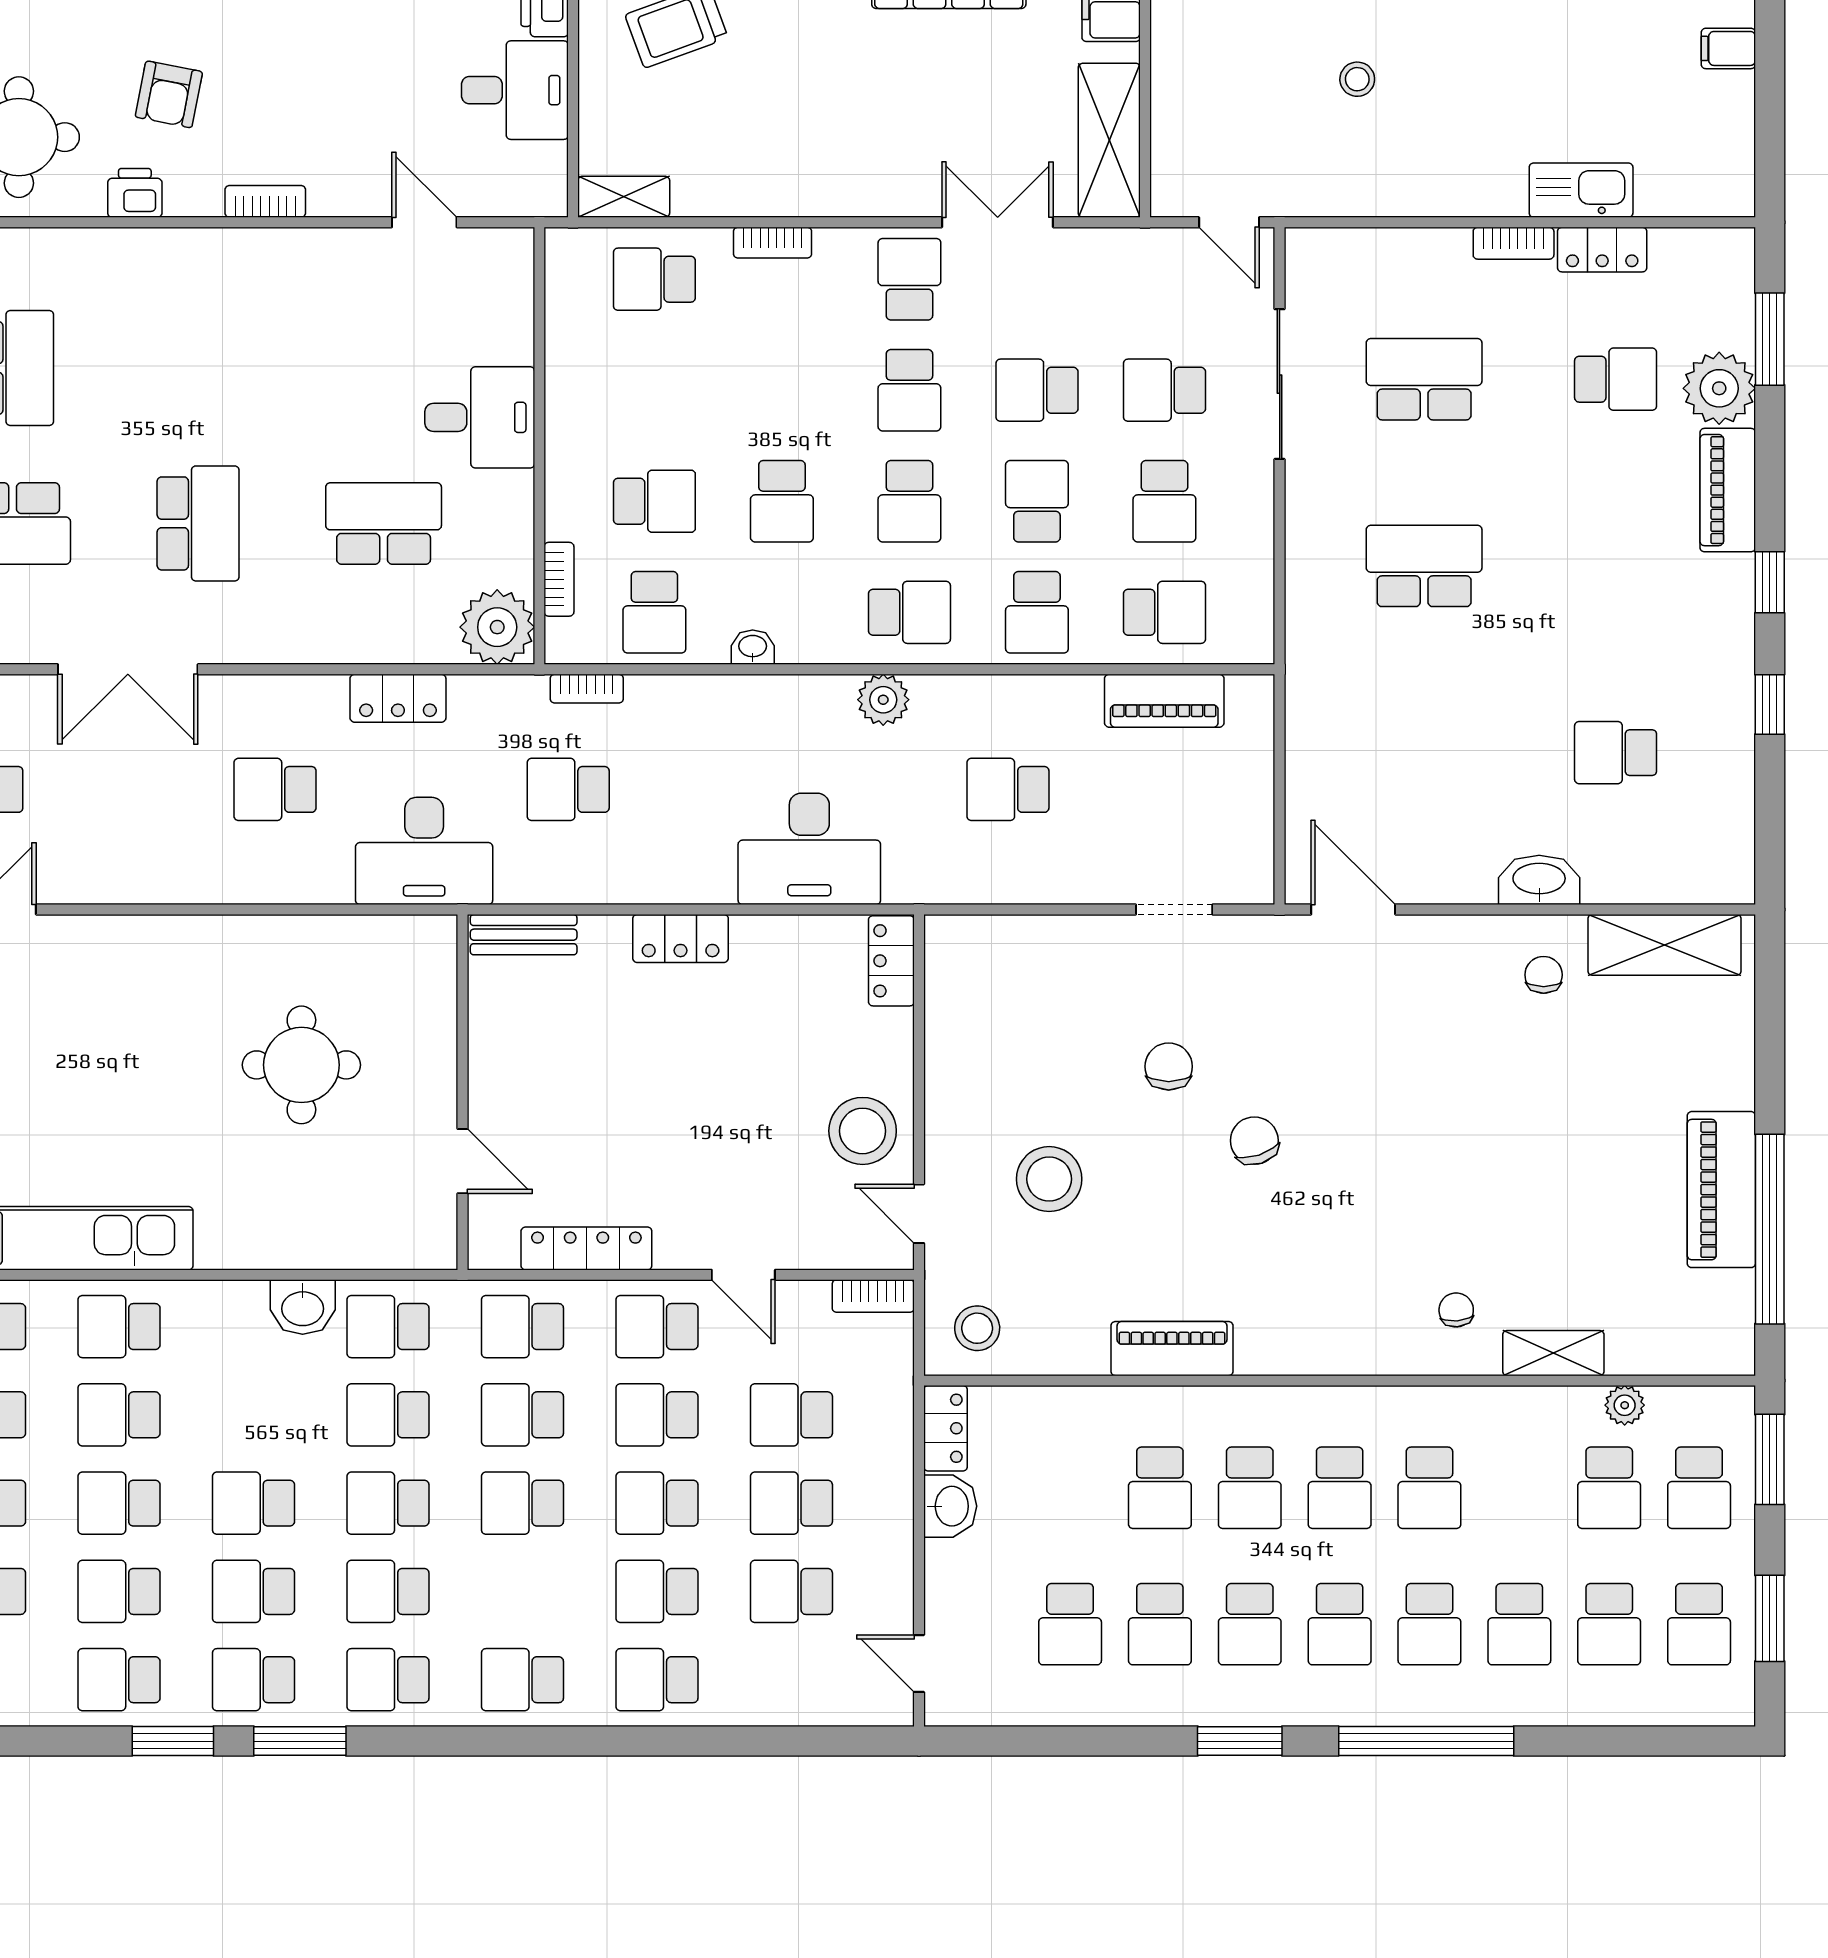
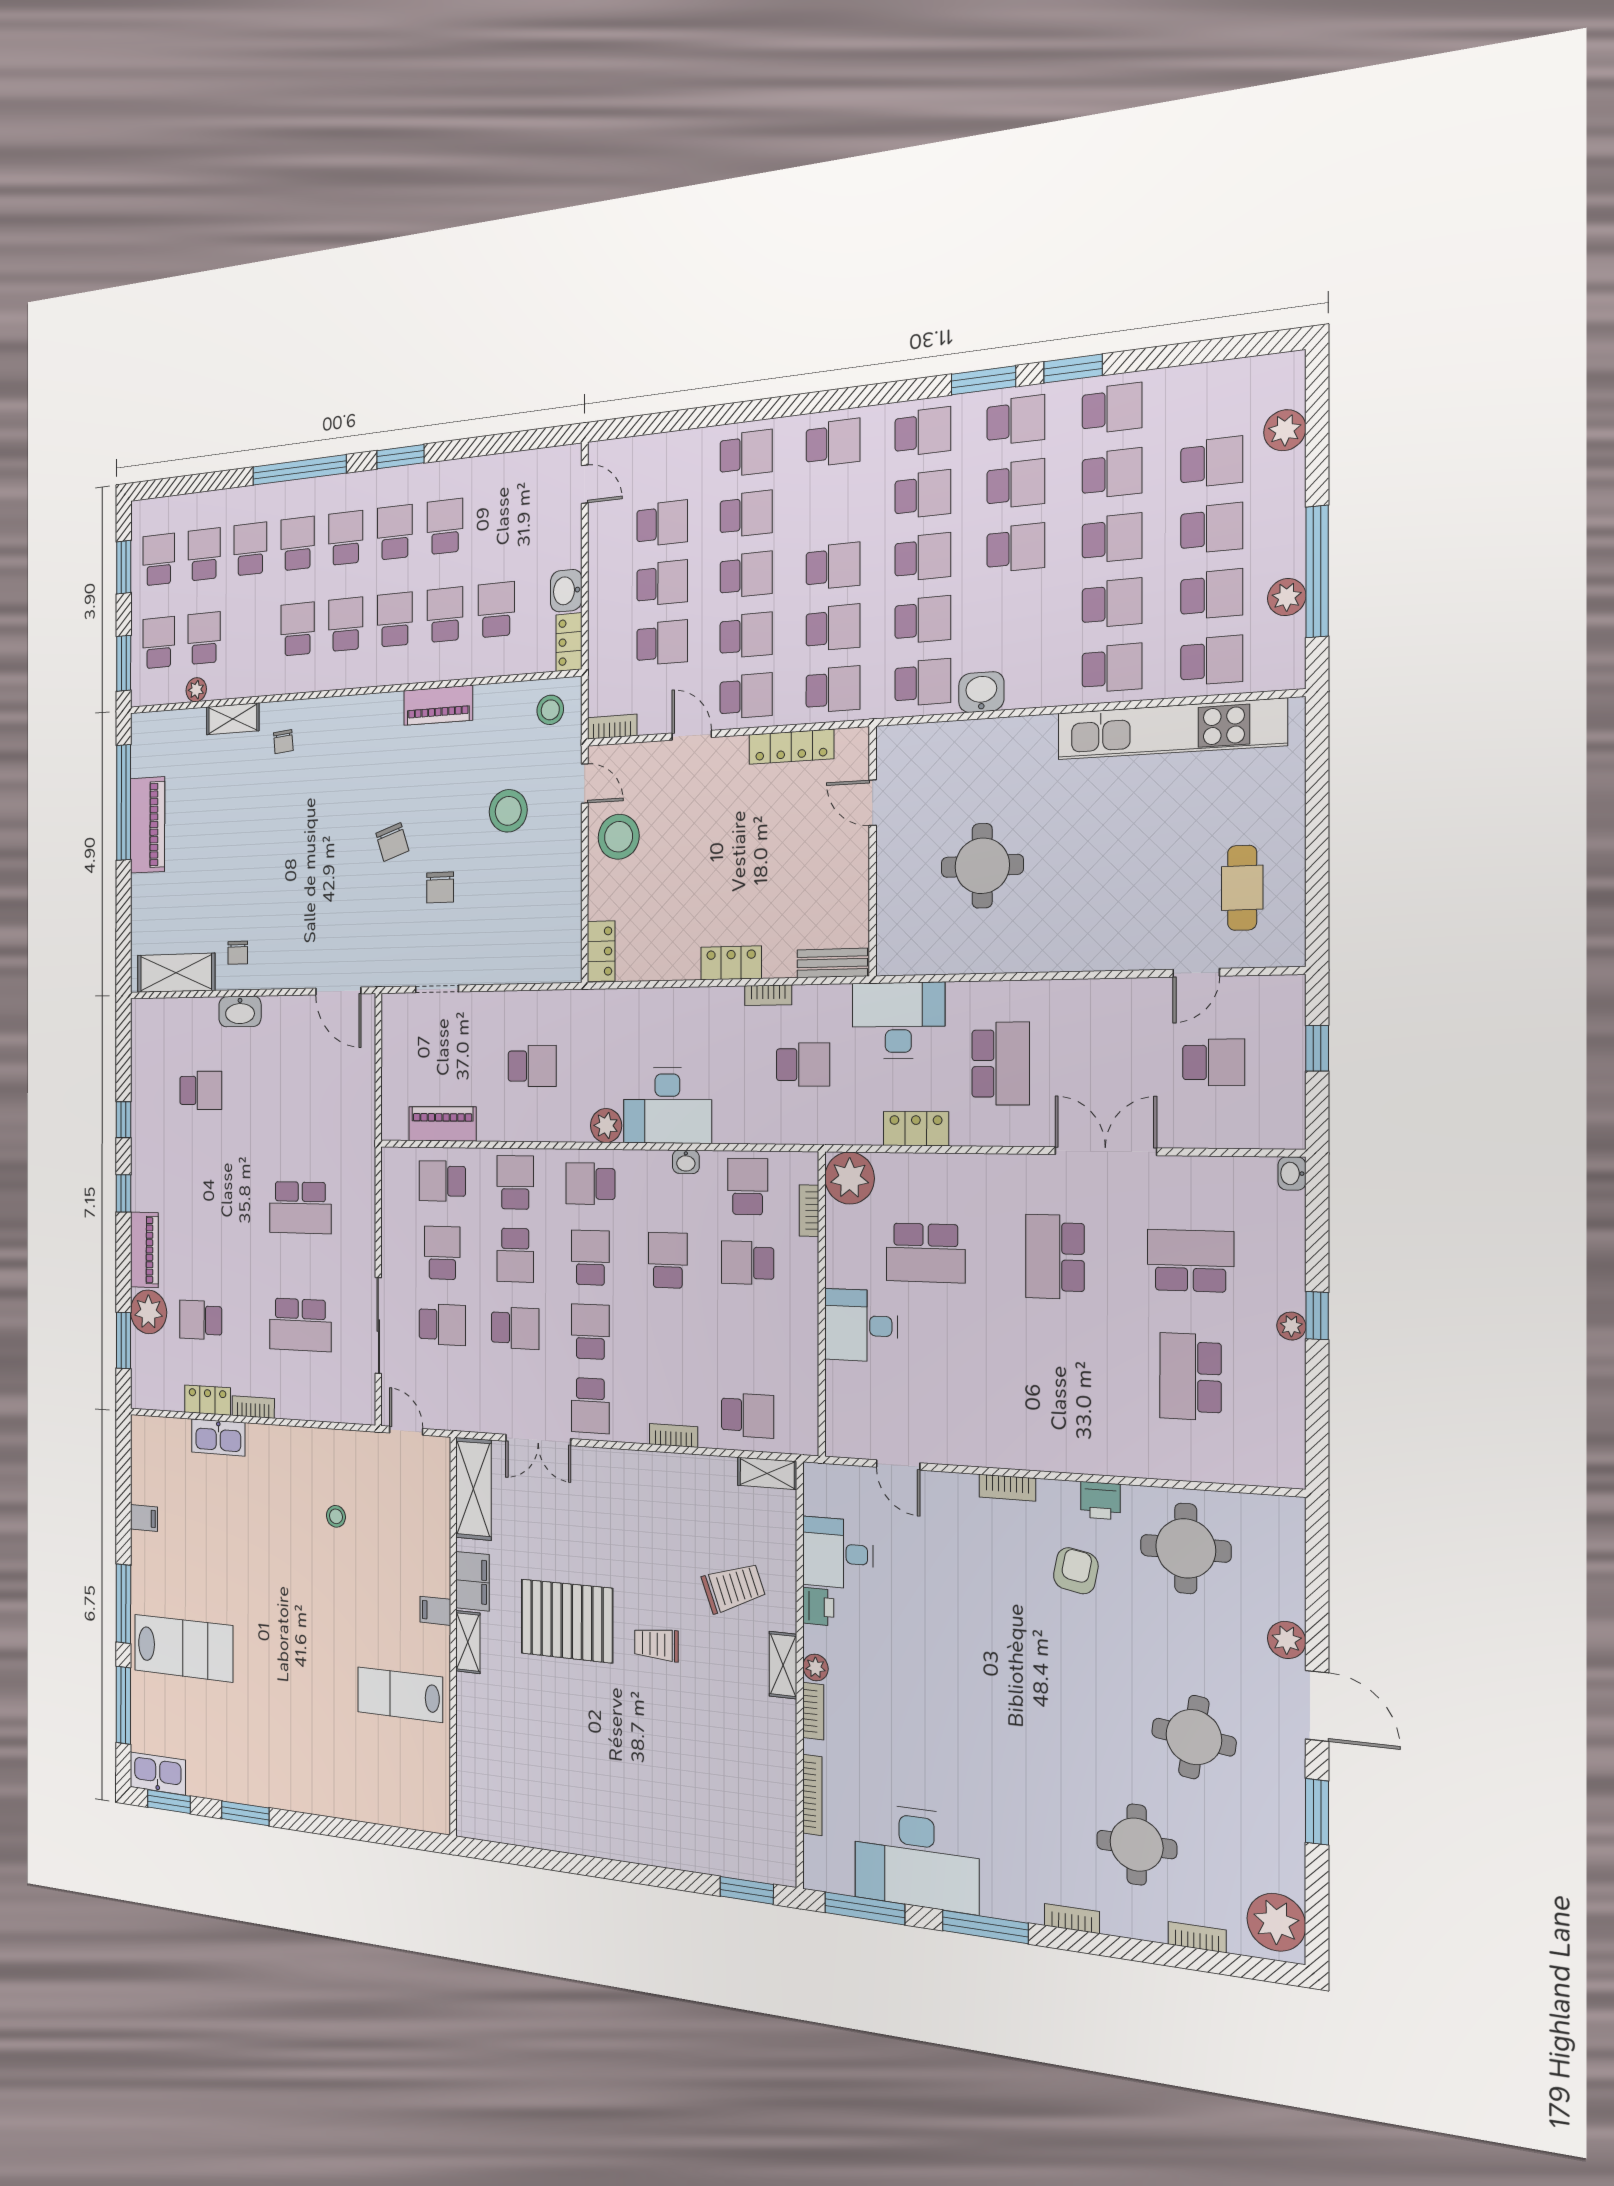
bookcase: (587, 689) -> (768, 995), moved, turned 180
school desk: (275, 789) -> (1001, 1064), width x1.85
desk: (809, 849) -> (667, 1106), moved, turned 180
school desk: (1070, 1624) -> (496, 610), moved

